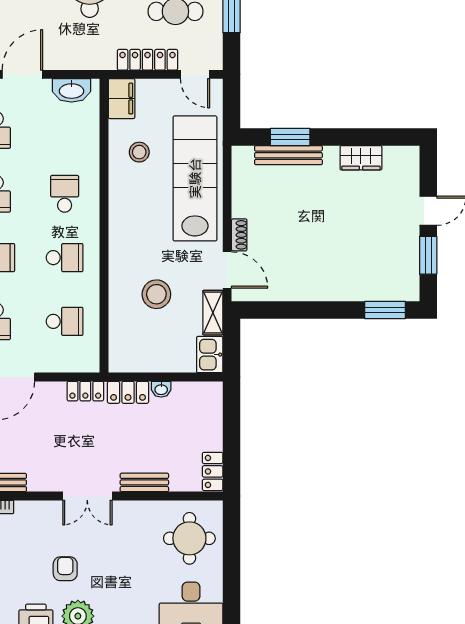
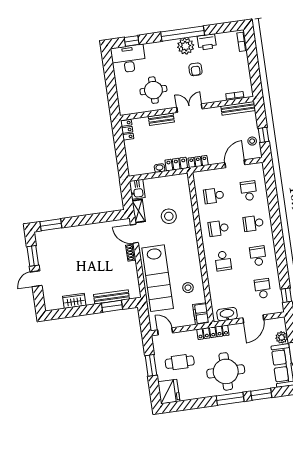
locker: (147, 60) -> (213, 332), moved
round table: (189, 538) -> (153, 90), moved

